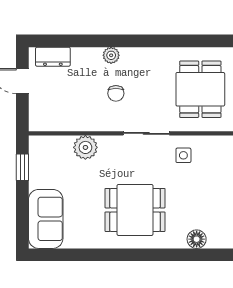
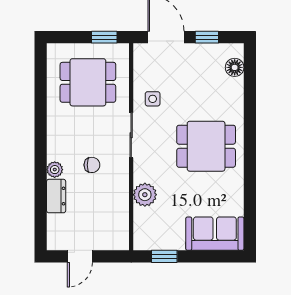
dresser: (53, 57) -> (56, 196), moved
dining table: (135, 210) -> (206, 146), turned 90
floor lamp: (197, 239) -> (235, 67), moved

